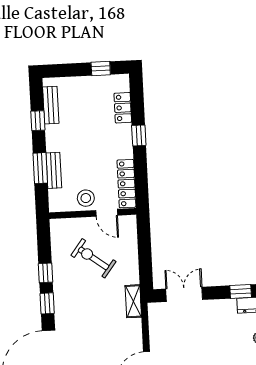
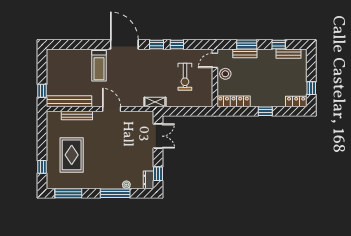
locker: (123, 108) -> (296, 101), moved
door: (107, 213) -> (215, 60), moved
exercise bike: (93, 258) -> (185, 77), turned 143

